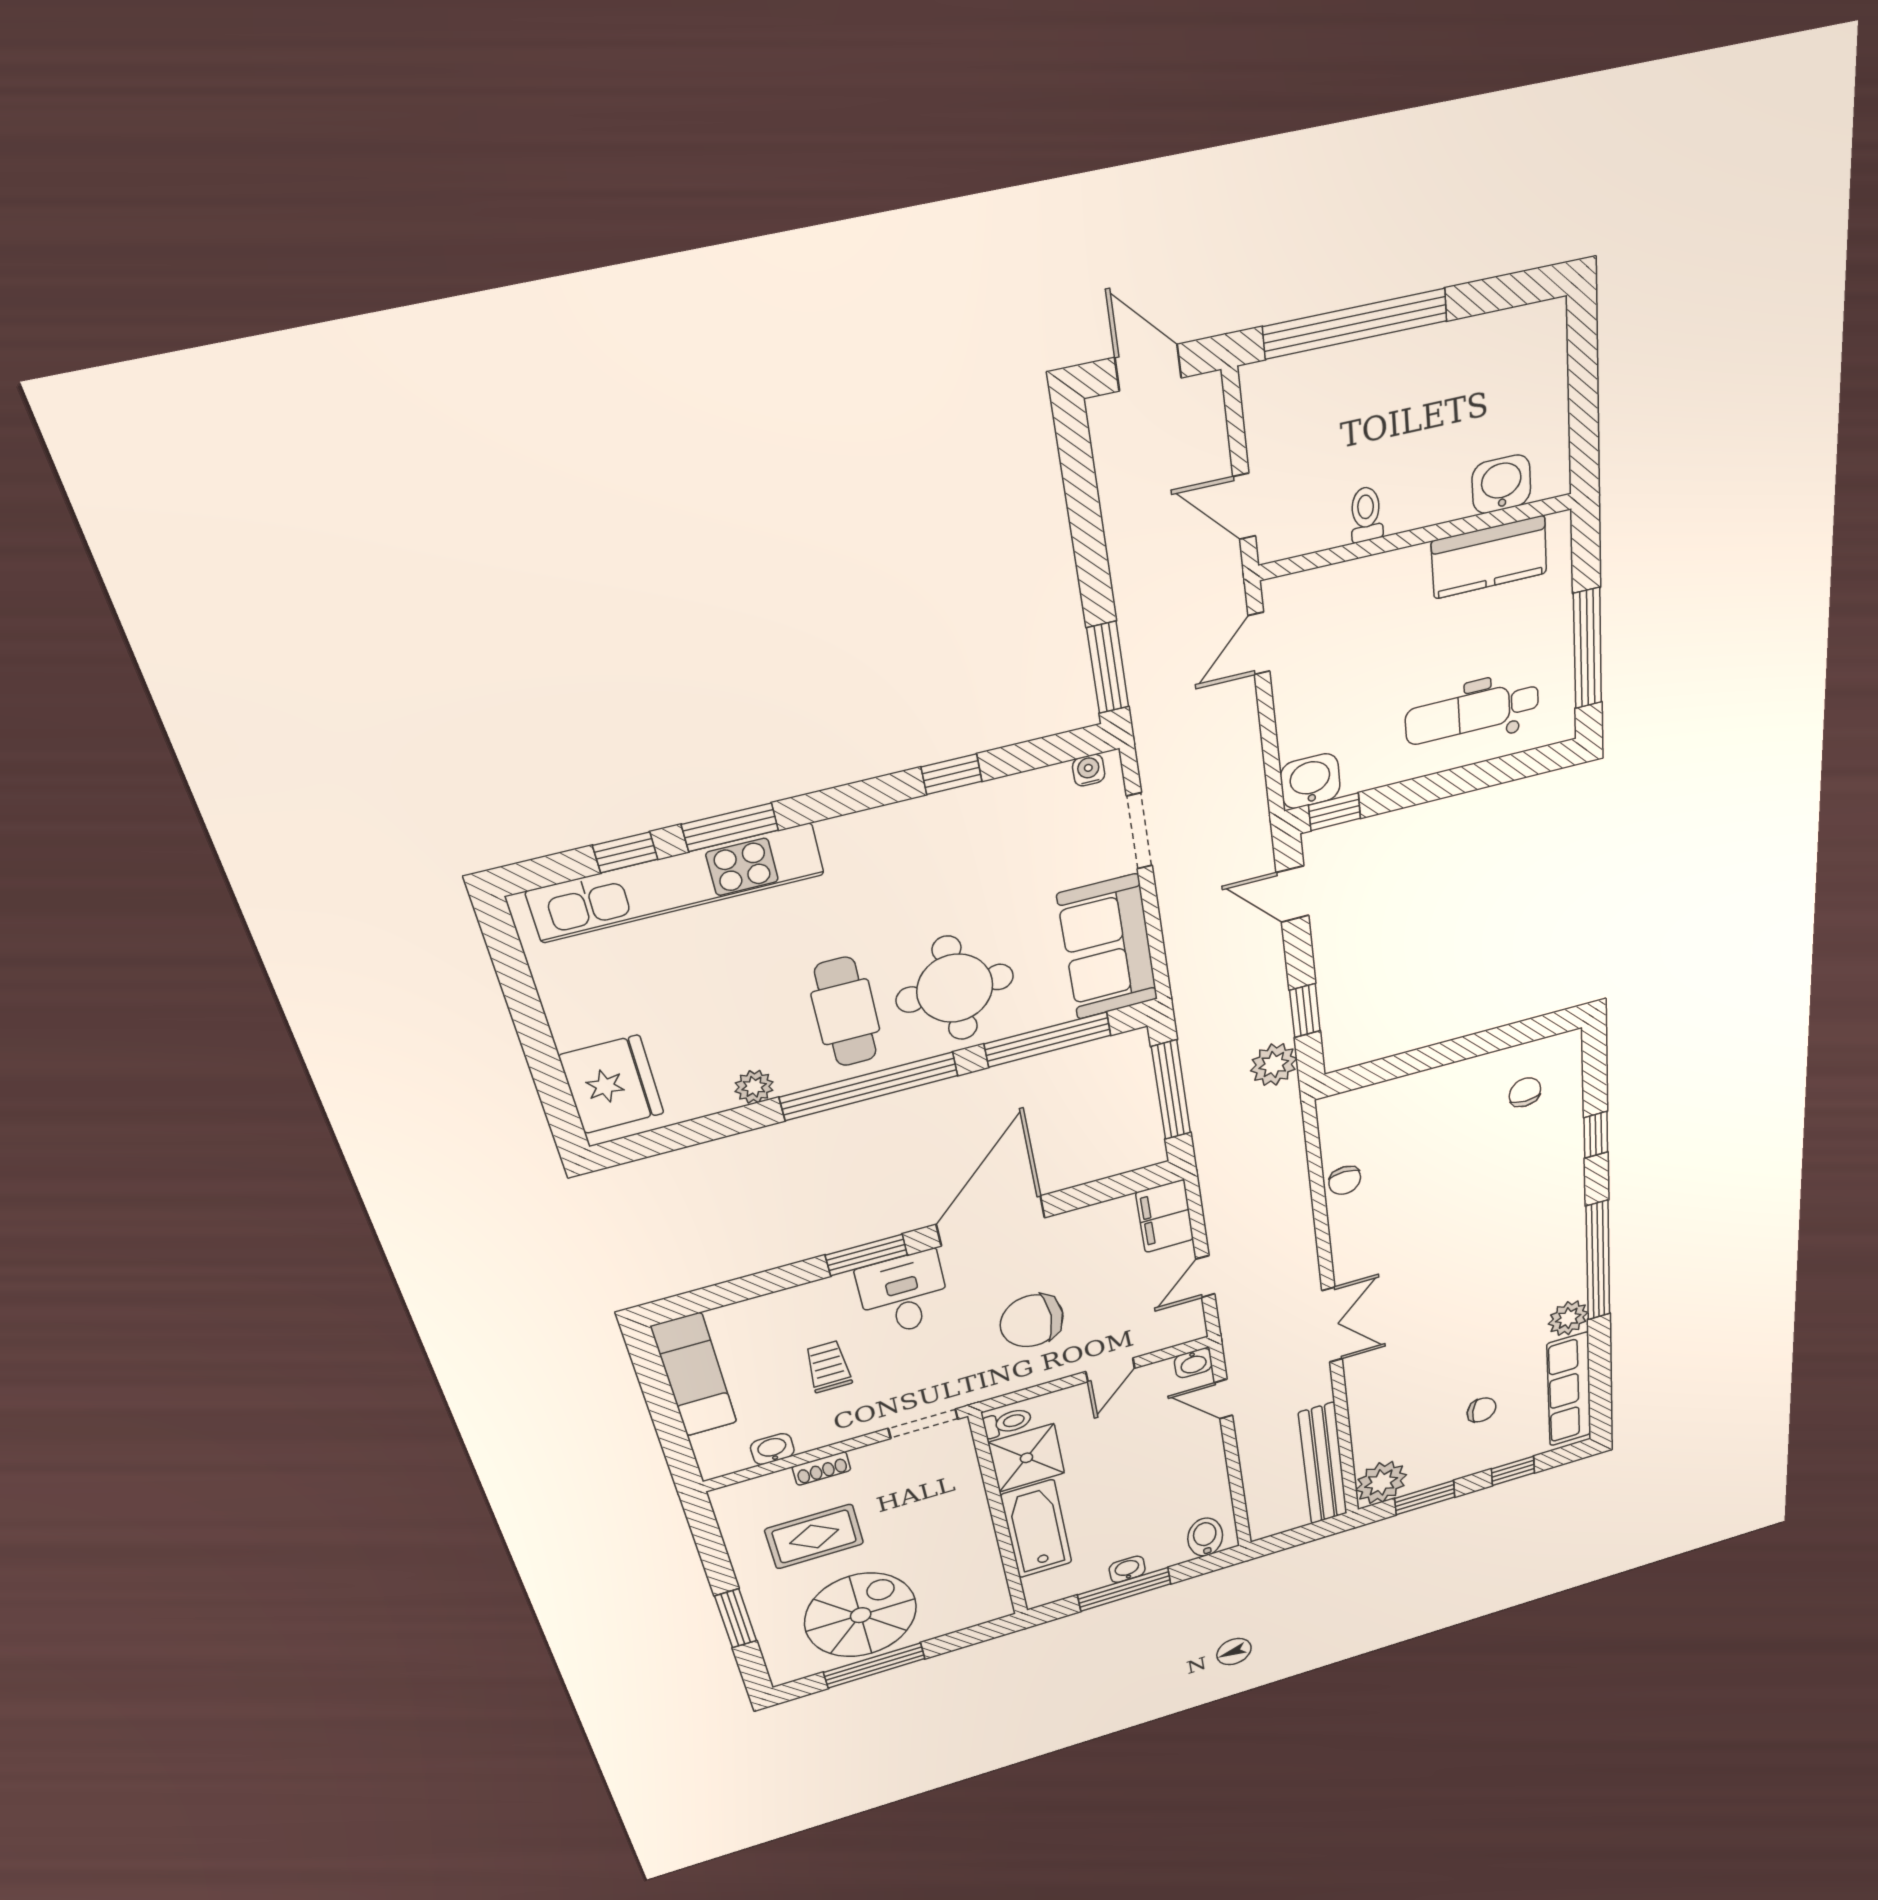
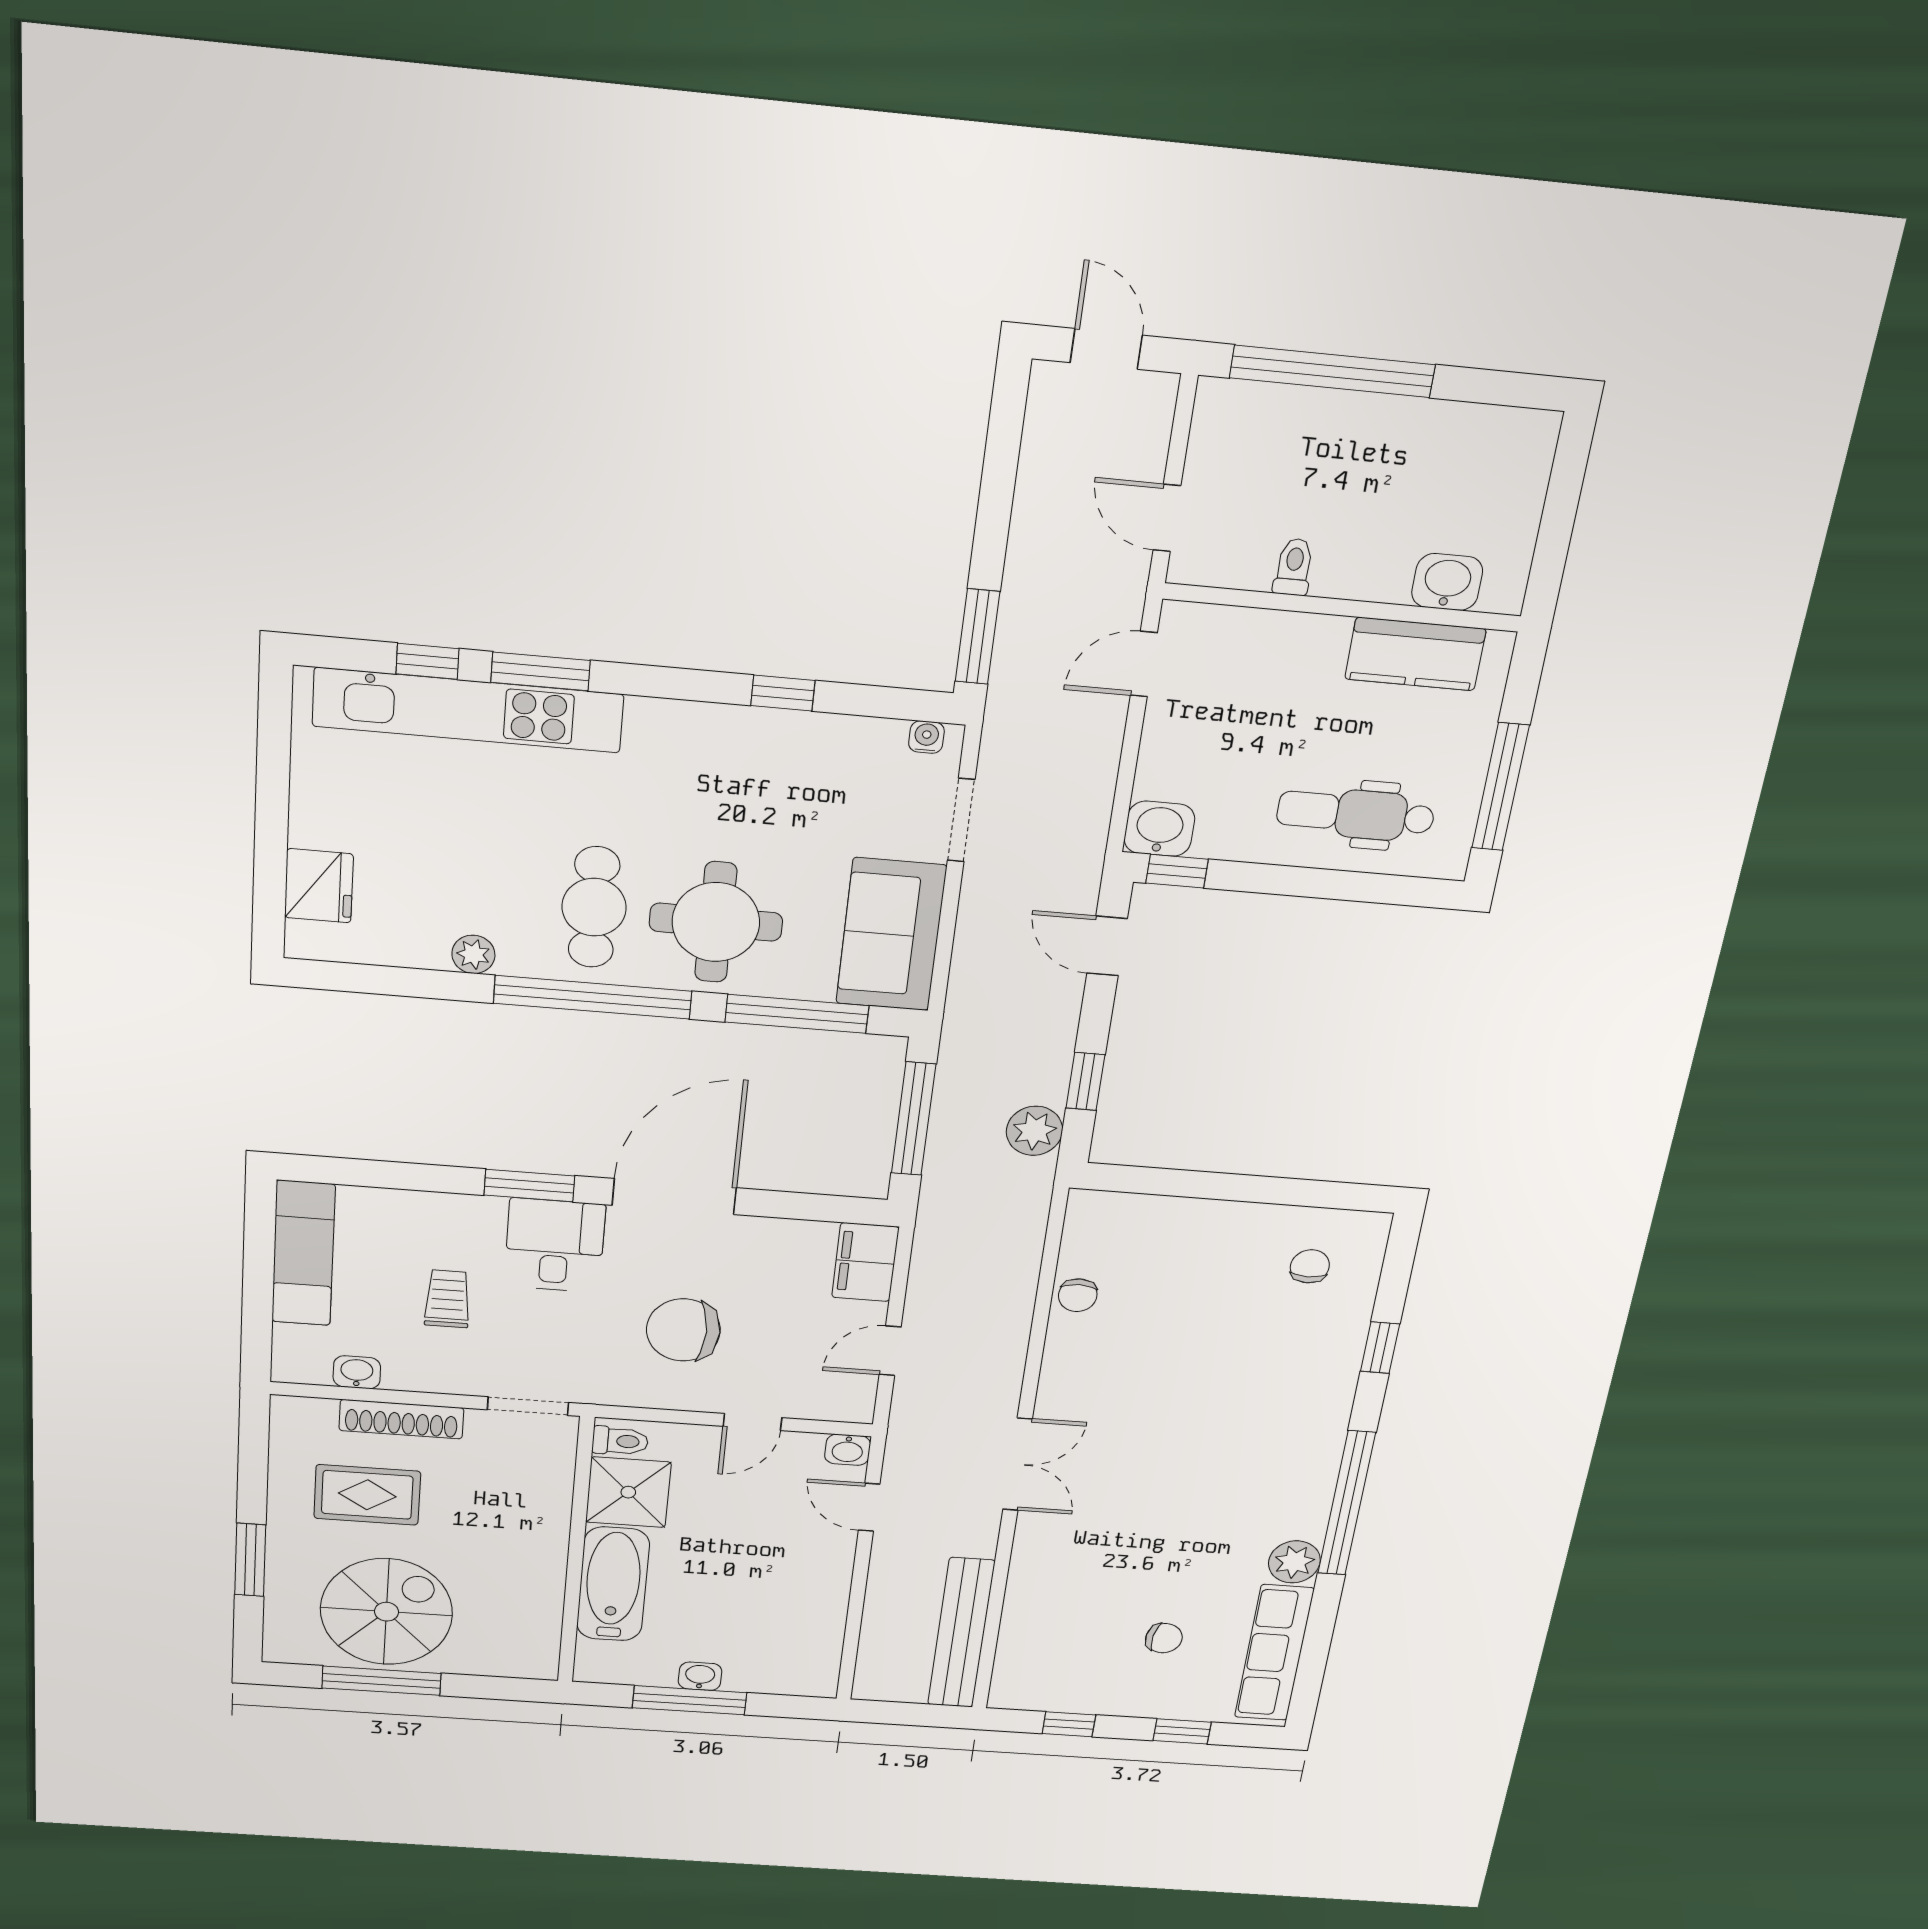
fridge: (612, 1085) -> (319, 886), width x0.73, depth x0.75
shoe rack: (822, 1469) -> (401, 1419), width x1.94, depth x1.24
plant: (1381, 1482) -> (1023, 1684), removed
window: (1425, 1498) -> (1069, 1724), width x0.67
bidet: (1205, 1537) -> (800, 1672), removed

